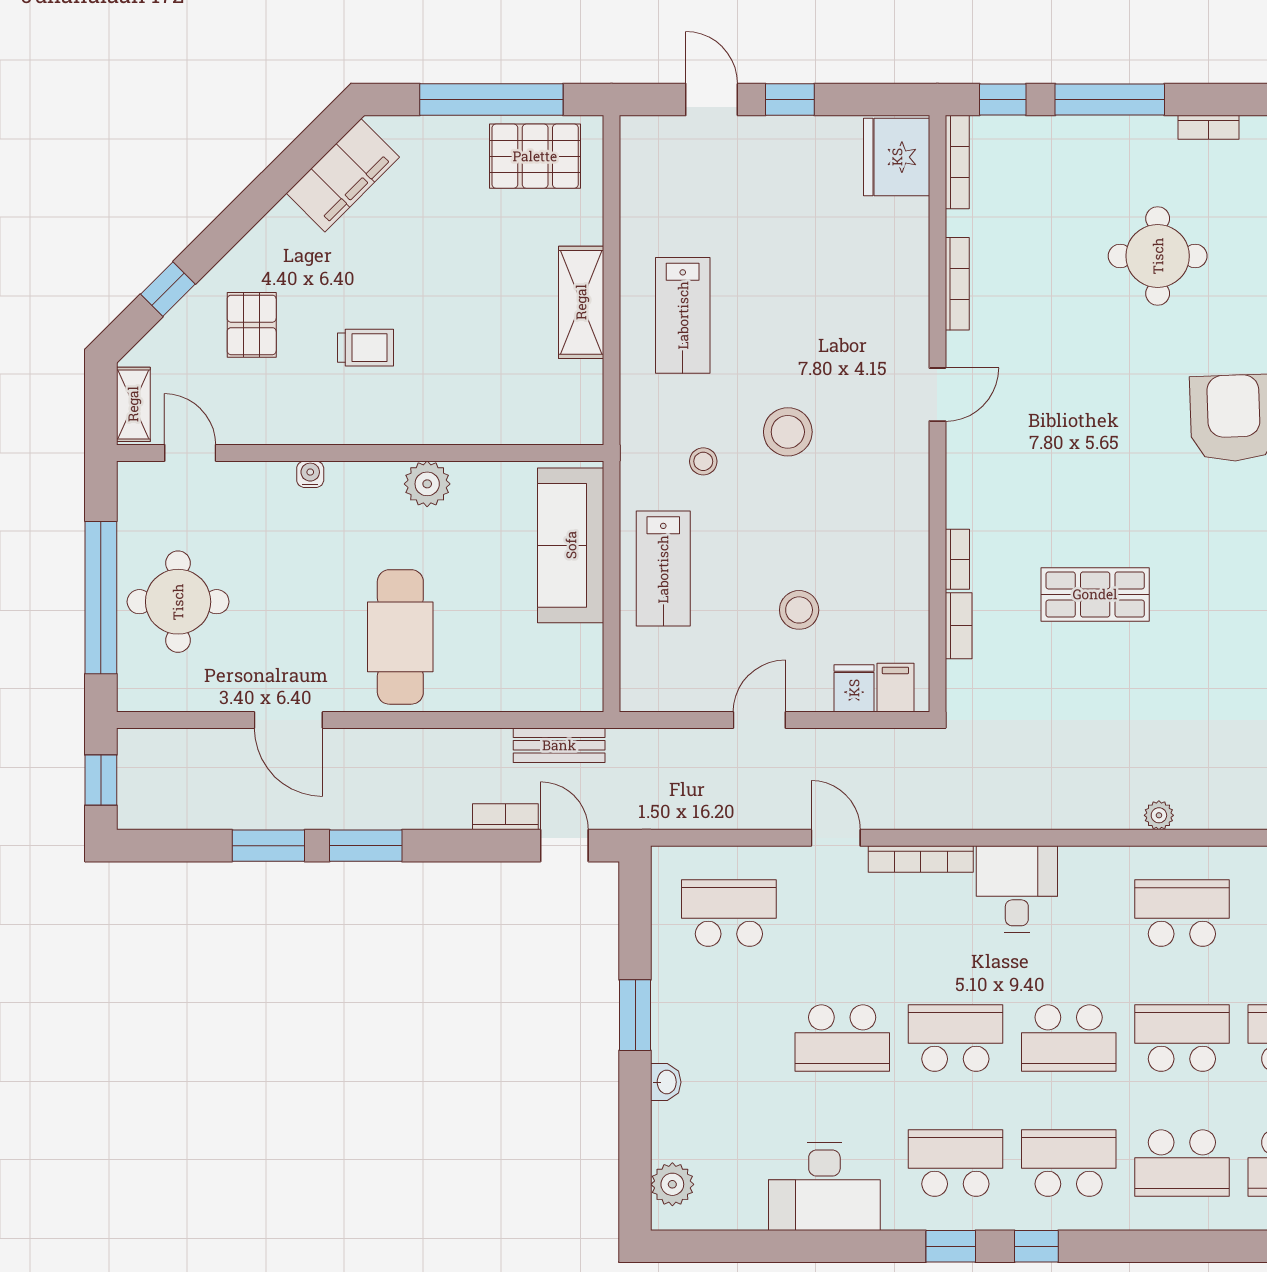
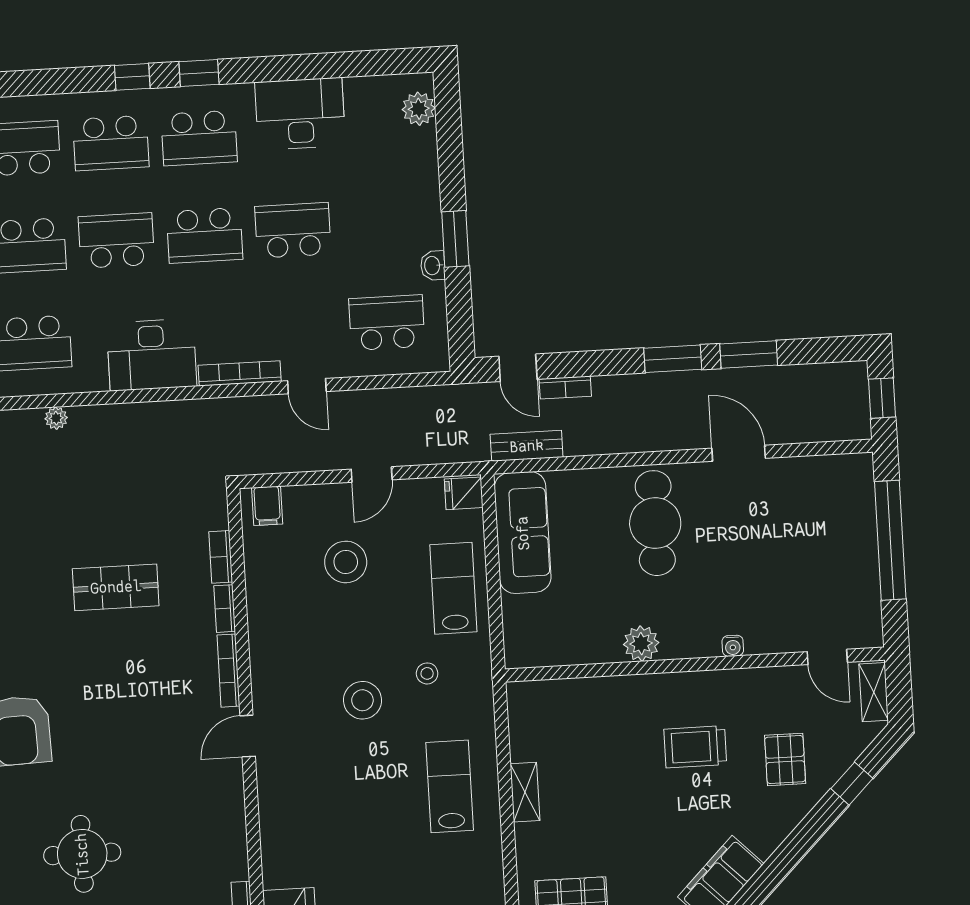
bookcase: (957, 284) -> (228, 671), moved
shelving: (581, 302) -> (525, 792), width x0.67, depth x0.75
trolley: (366, 348) -> (695, 747), width x1.36, depth x1.39
sofa: (571, 545) -> (523, 533), moved
round table: (178, 602) -> (830, 541), removed
stool: (799, 610) -> (346, 562), width x1.38, depth x1.38
fridge: (854, 688) -> (464, 493), moved, turned 90
desk: (1017, 889) -> (152, 355), width x1.37
school desk: (729, 913) -> (387, 323), turned 180
washbasin: (666, 1082) -> (433, 265), moved

